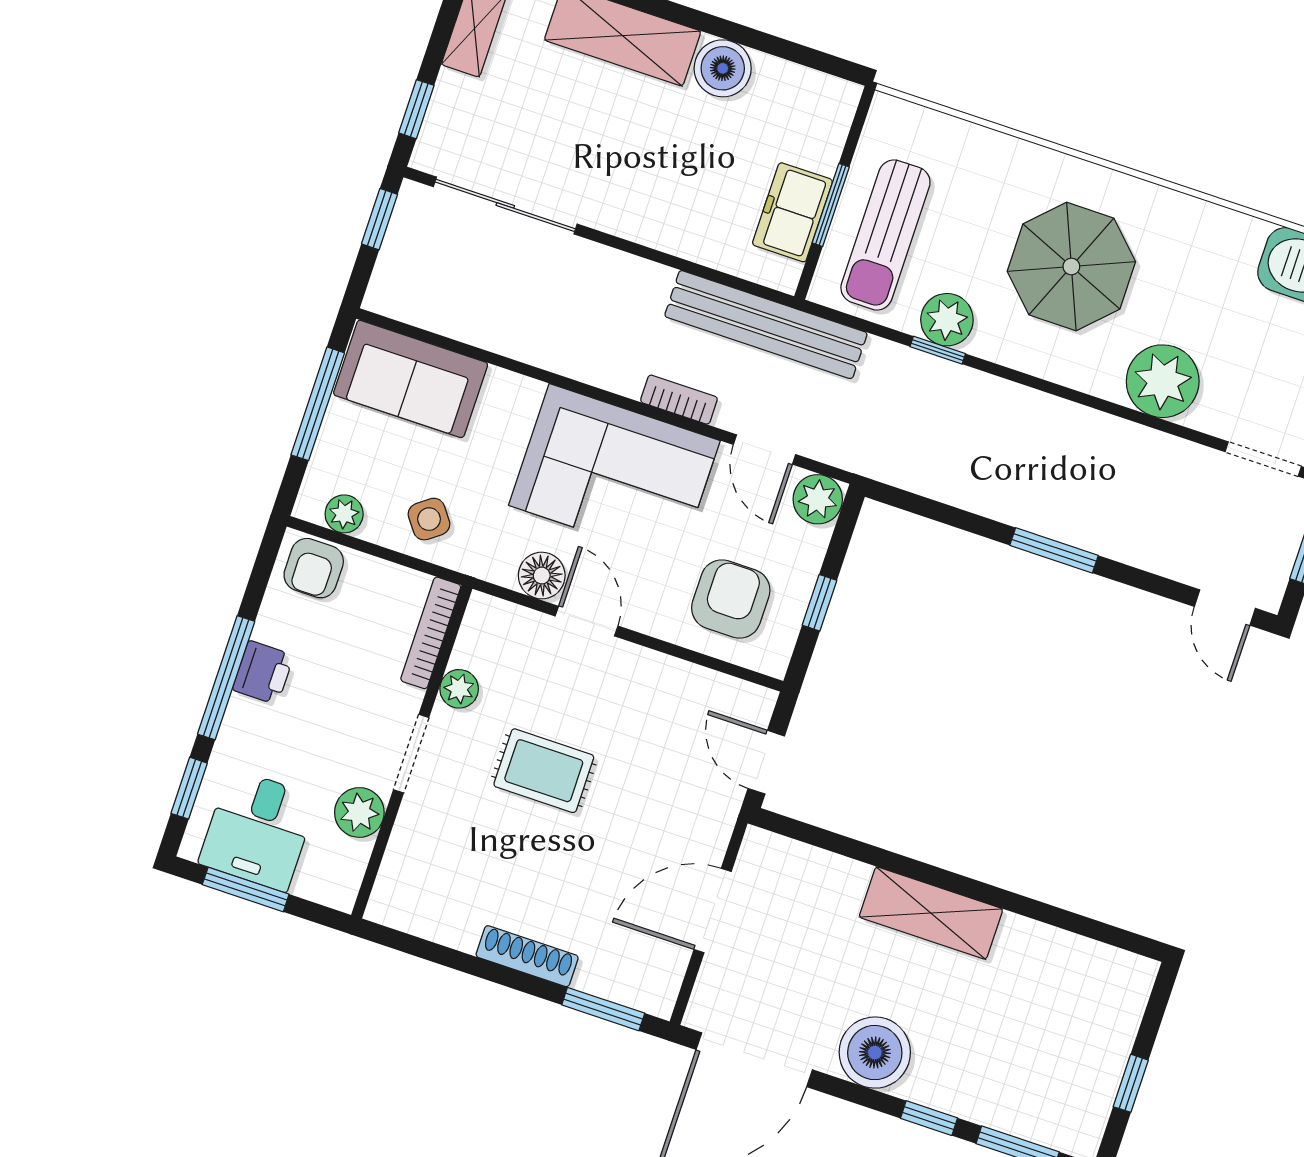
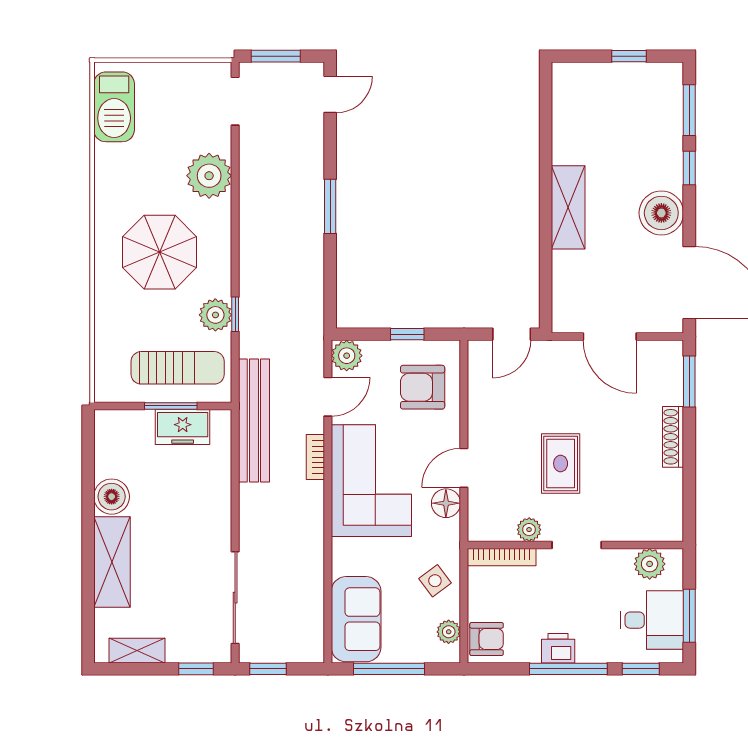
plant: (359, 812) -> (650, 564), moved

